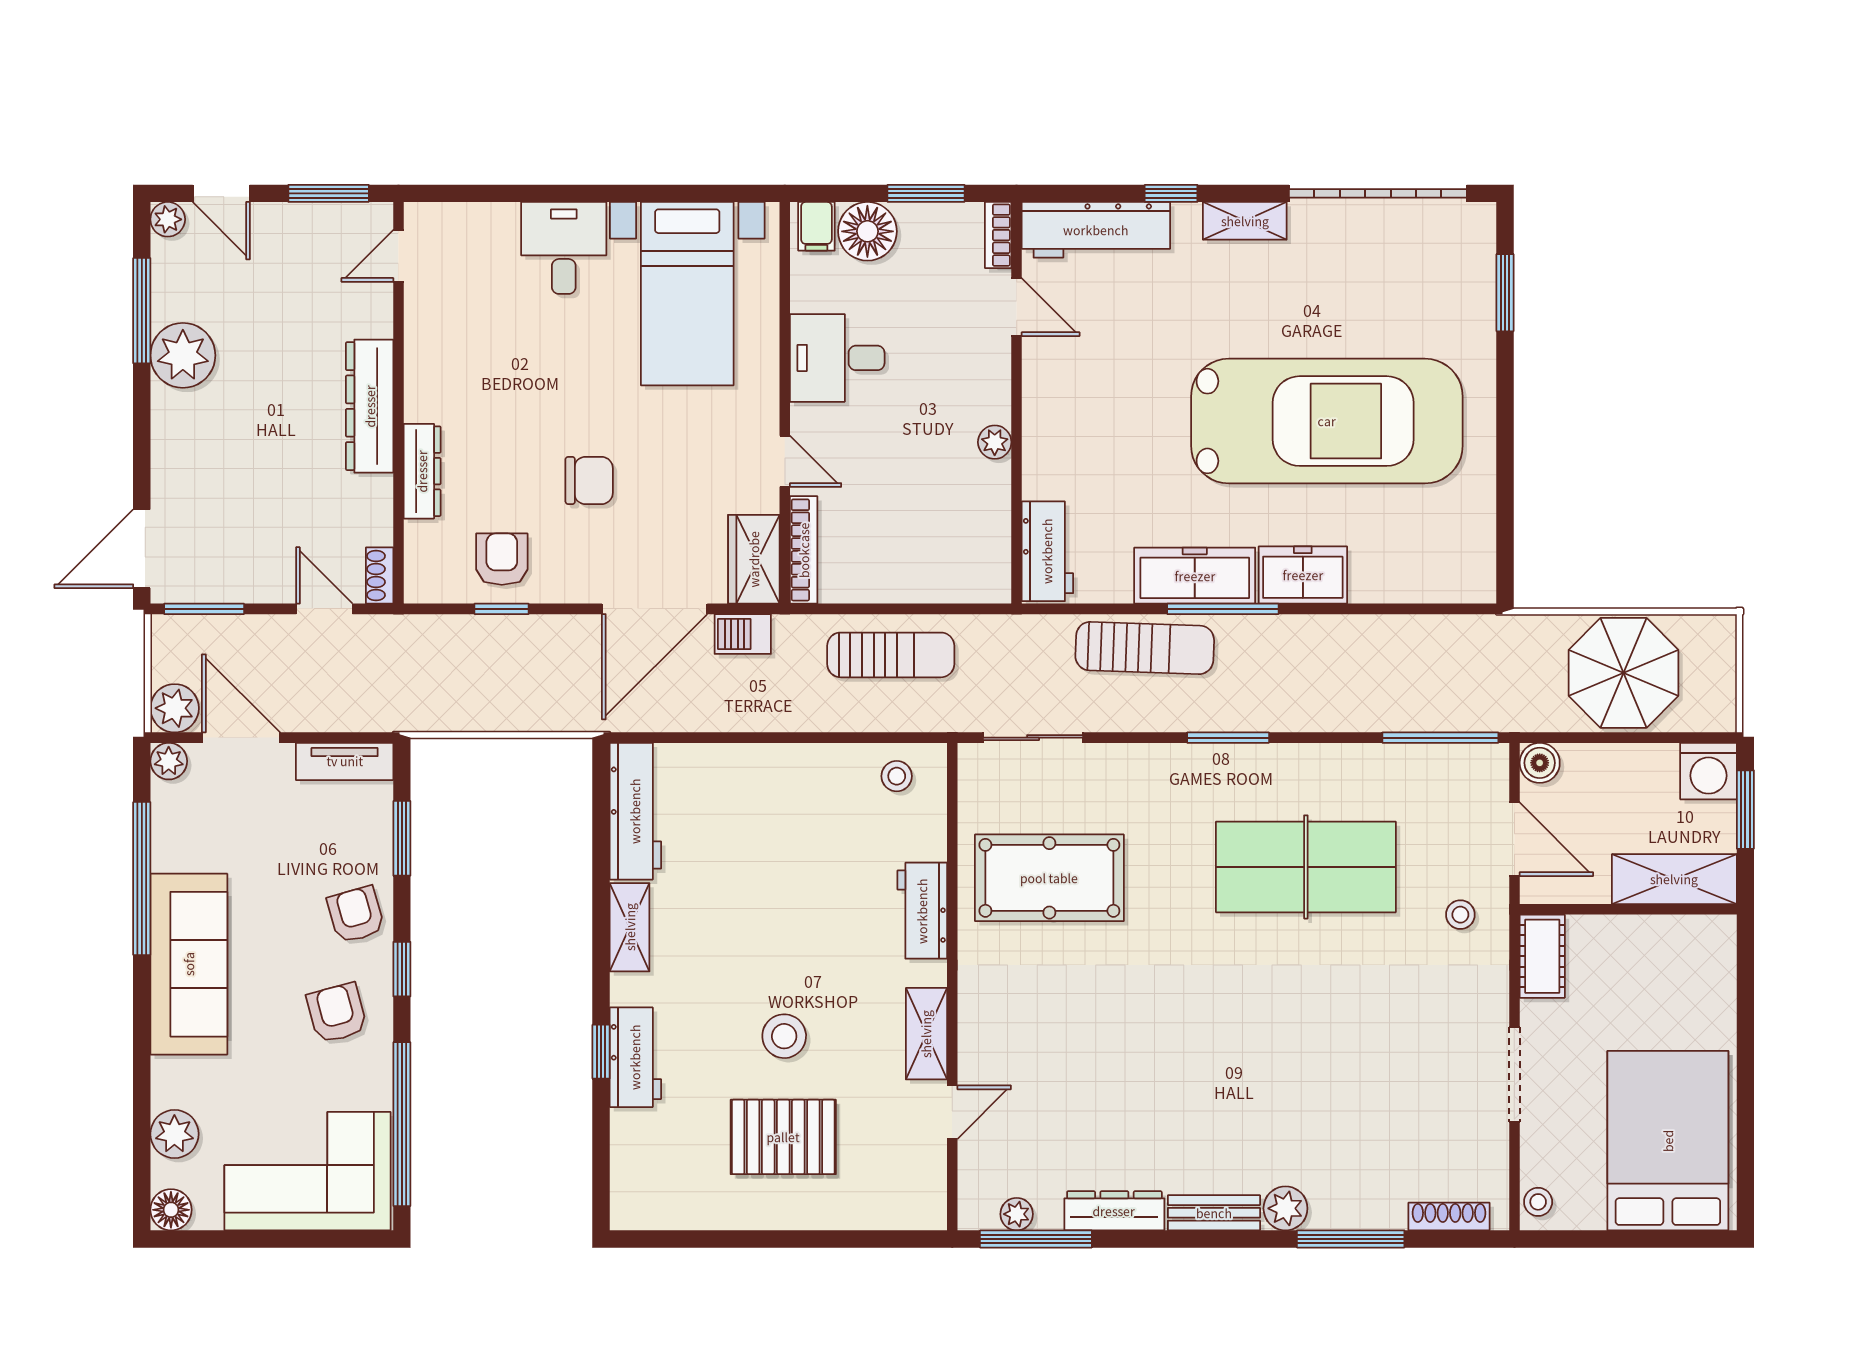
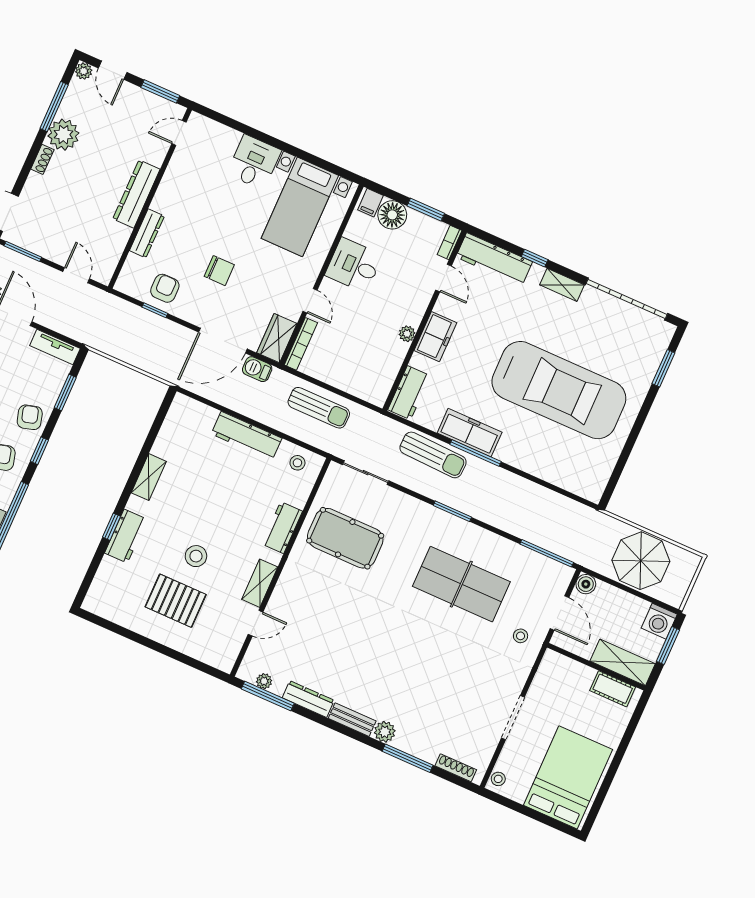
shoe rack: (380, 575) -> (42, 159), moved, turned 180
freezer: (1303, 575) -> (435, 337), moved, turned 90
workbench: (635, 811) -> (247, 436), moved, turned 90
cot: (1542, 956) -> (613, 689), moved, turned 90

